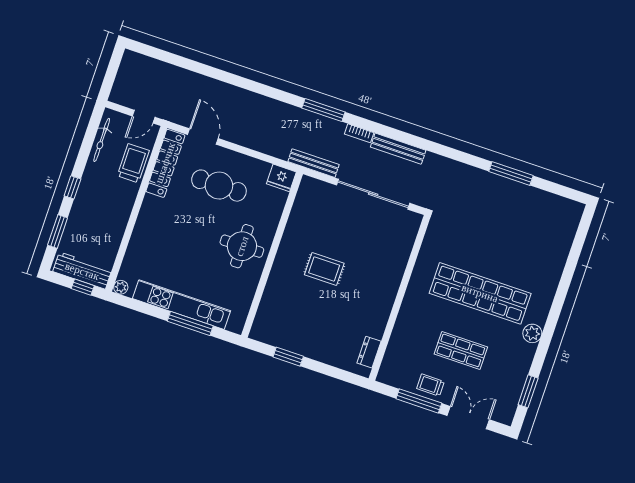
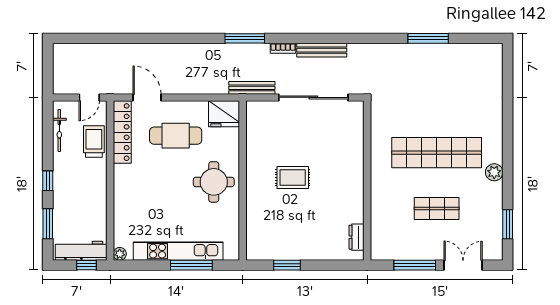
fridge: (281, 178) -> (224, 114), width x1.36, depth x1.34
trolley: (430, 385) -> (420, 248), removed

